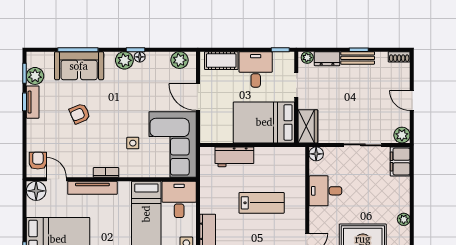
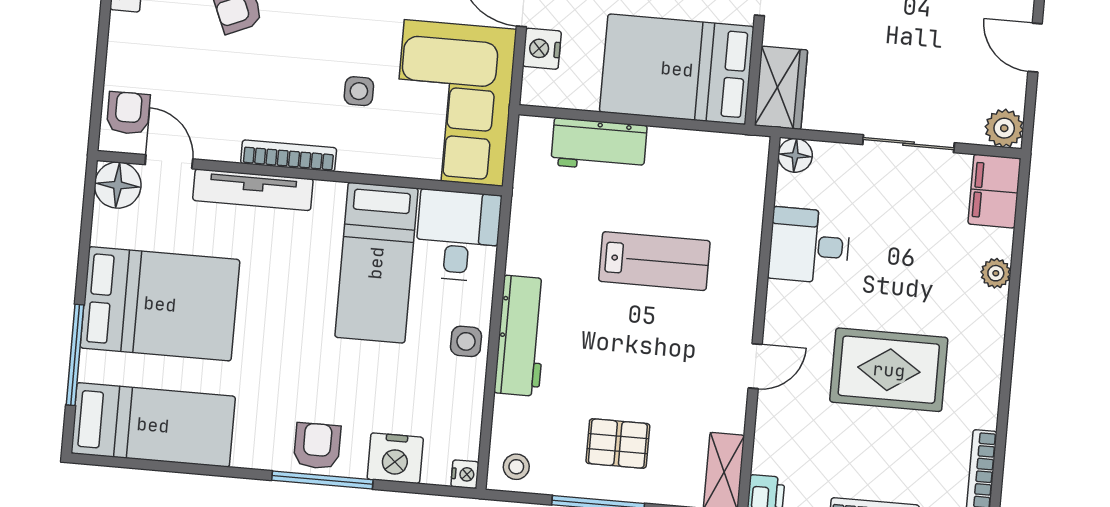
nightstand: (207, 119) -> (542, 49), added
bookcase: (106, 172) -> (289, 156), width x1.56
plant: (404, 219) -> (996, 273), moved

